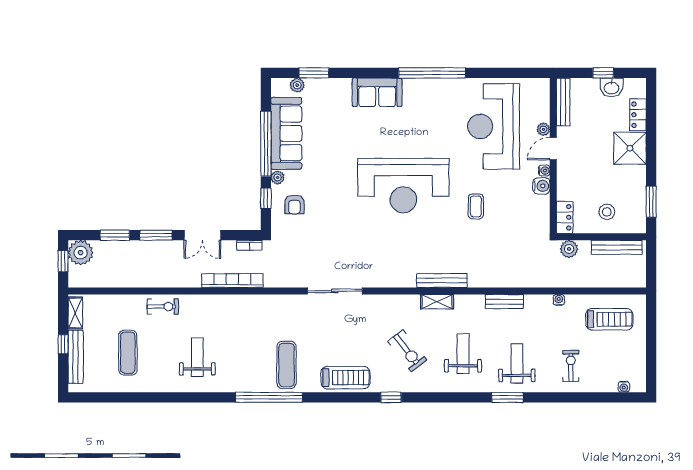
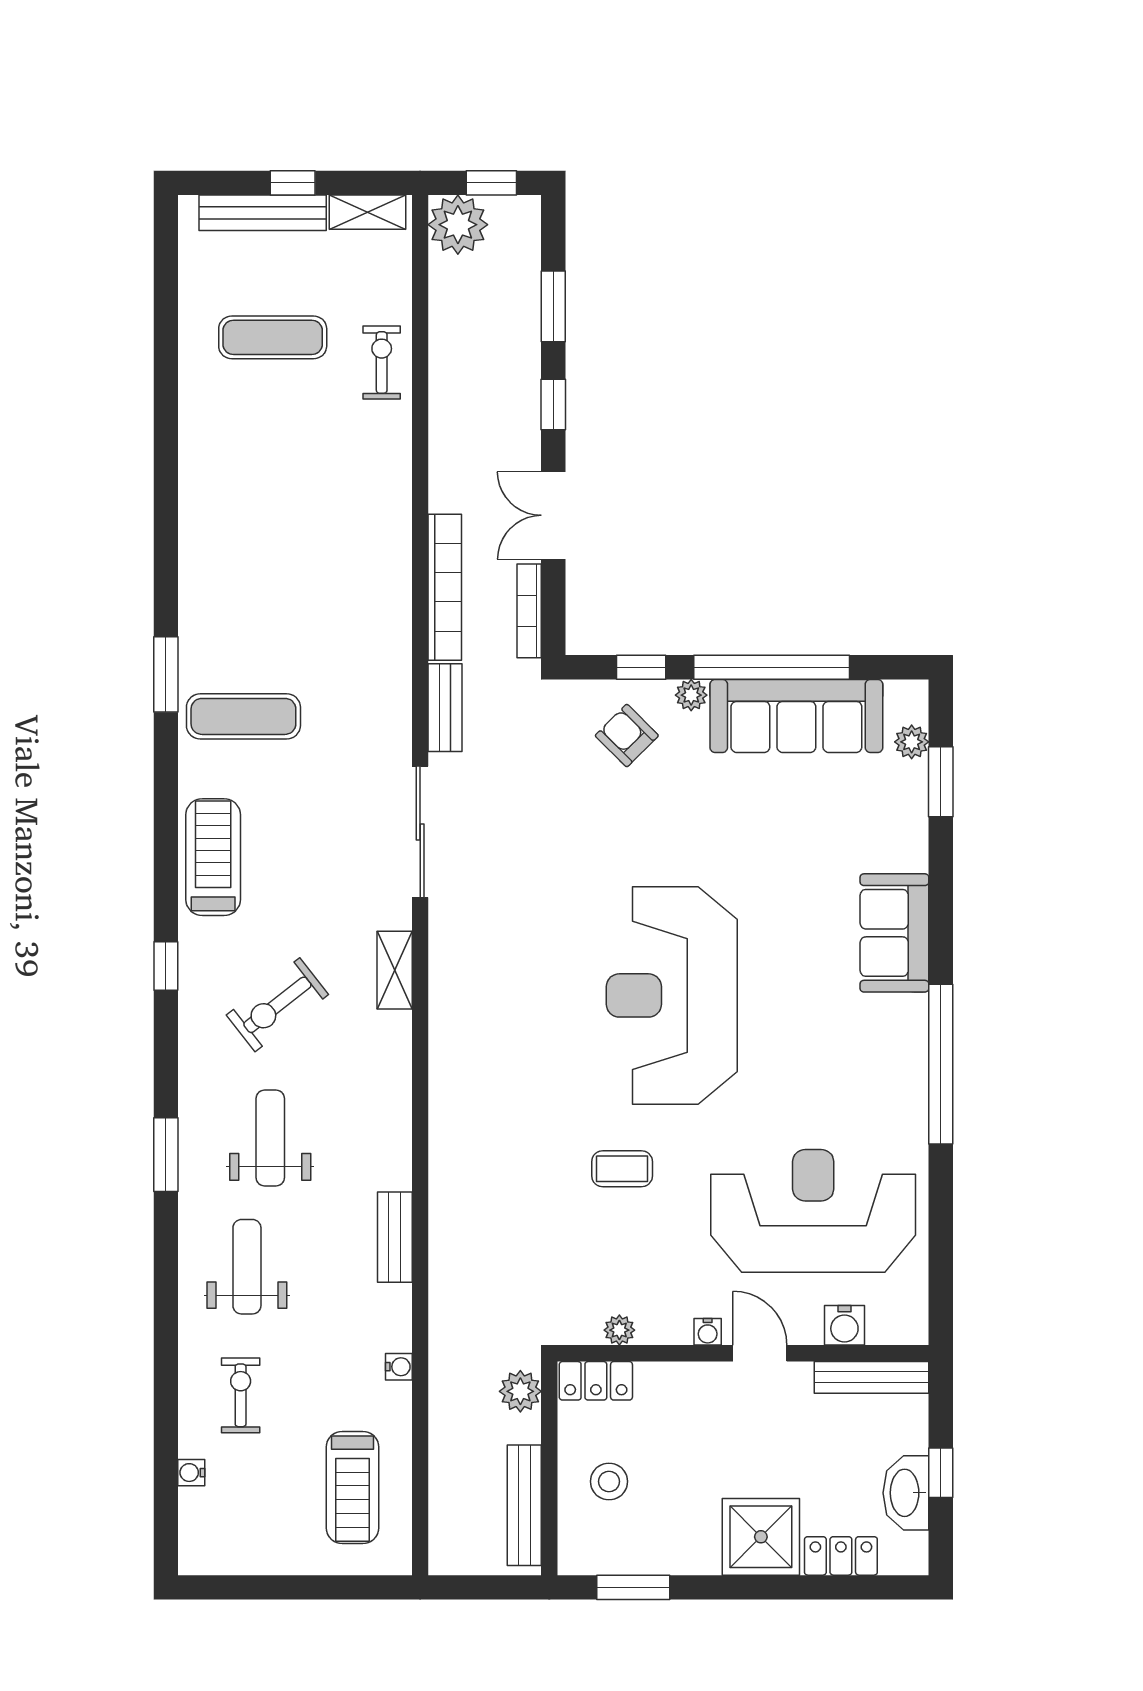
washbasin: (612, 88) -> (906, 1493), width x1.38
plant: (543, 129) -> (619, 1330), moved
water cooler: (541, 186) -> (844, 1325), moved
armchair: (295, 204) -> (627, 736), turned 45
window: (156, 235) -> (553, 405), width x0.67
bookcase: (249, 245) -> (529, 611), width x1.56
plant: (81, 253) -> (458, 225), moved
bench: (442, 280) -> (445, 708), moved, width x0.73
shelving: (437, 302) -> (395, 970), moved
exercise bike: (163, 307) -> (382, 363), moved, turned 180
weight bench: (463, 354) -> (270, 1138), turned -90
weight bench: (197, 357) -> (262, 503), removed
weight bench: (517, 363) -> (247, 1267), turned -90
exercise bike: (571, 366) -> (241, 1395), turned -90
treadmill: (345, 378) -> (213, 857), turned 180
water cooler: (624, 387) -> (191, 1473), moved
window: (269, 397) -> (166, 674), width x0.47
window: (507, 397) -> (166, 1155), moved

